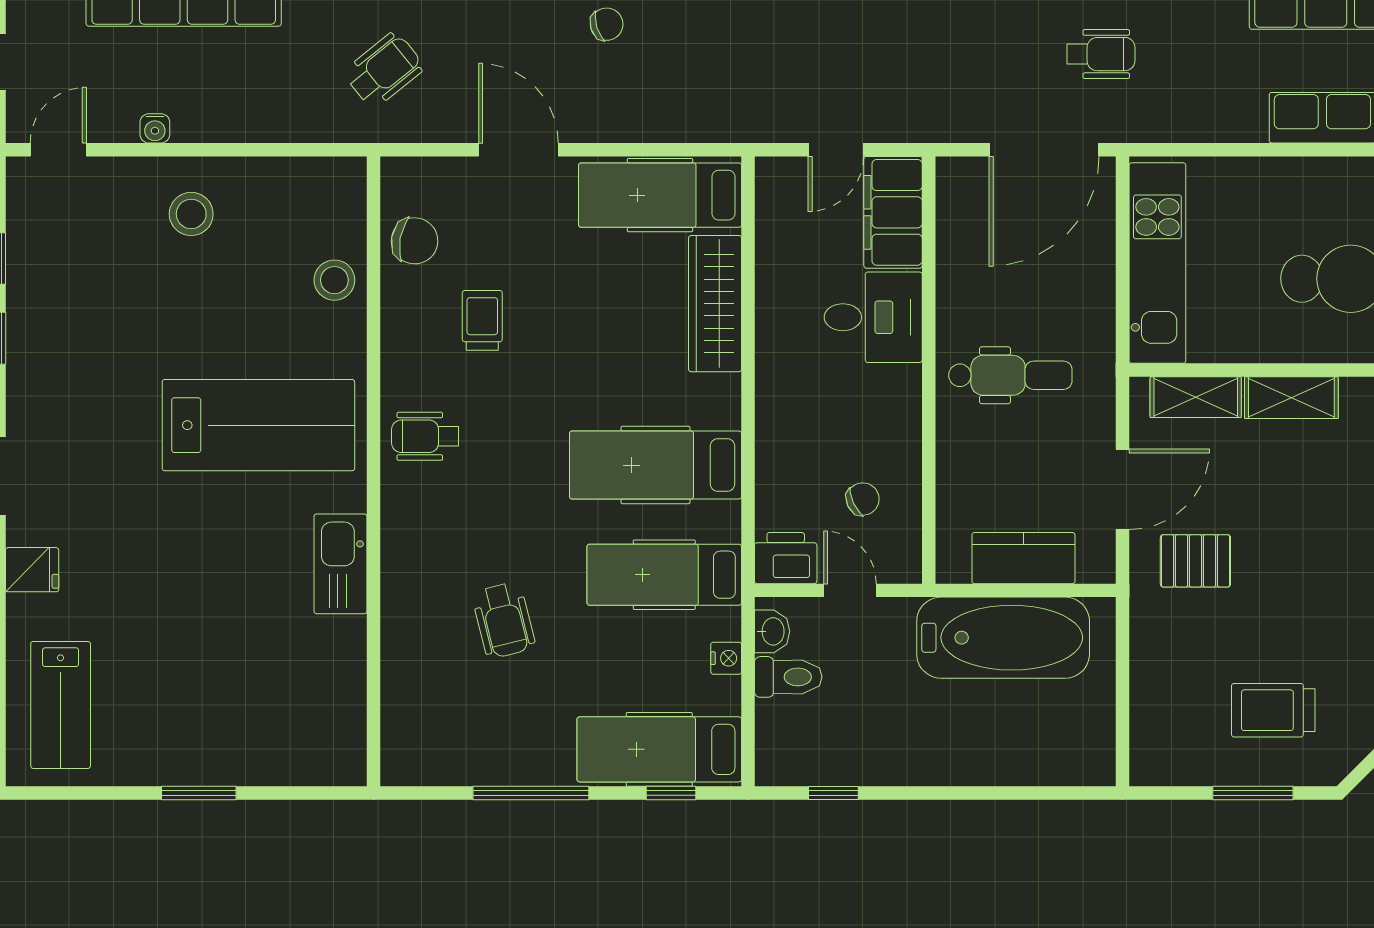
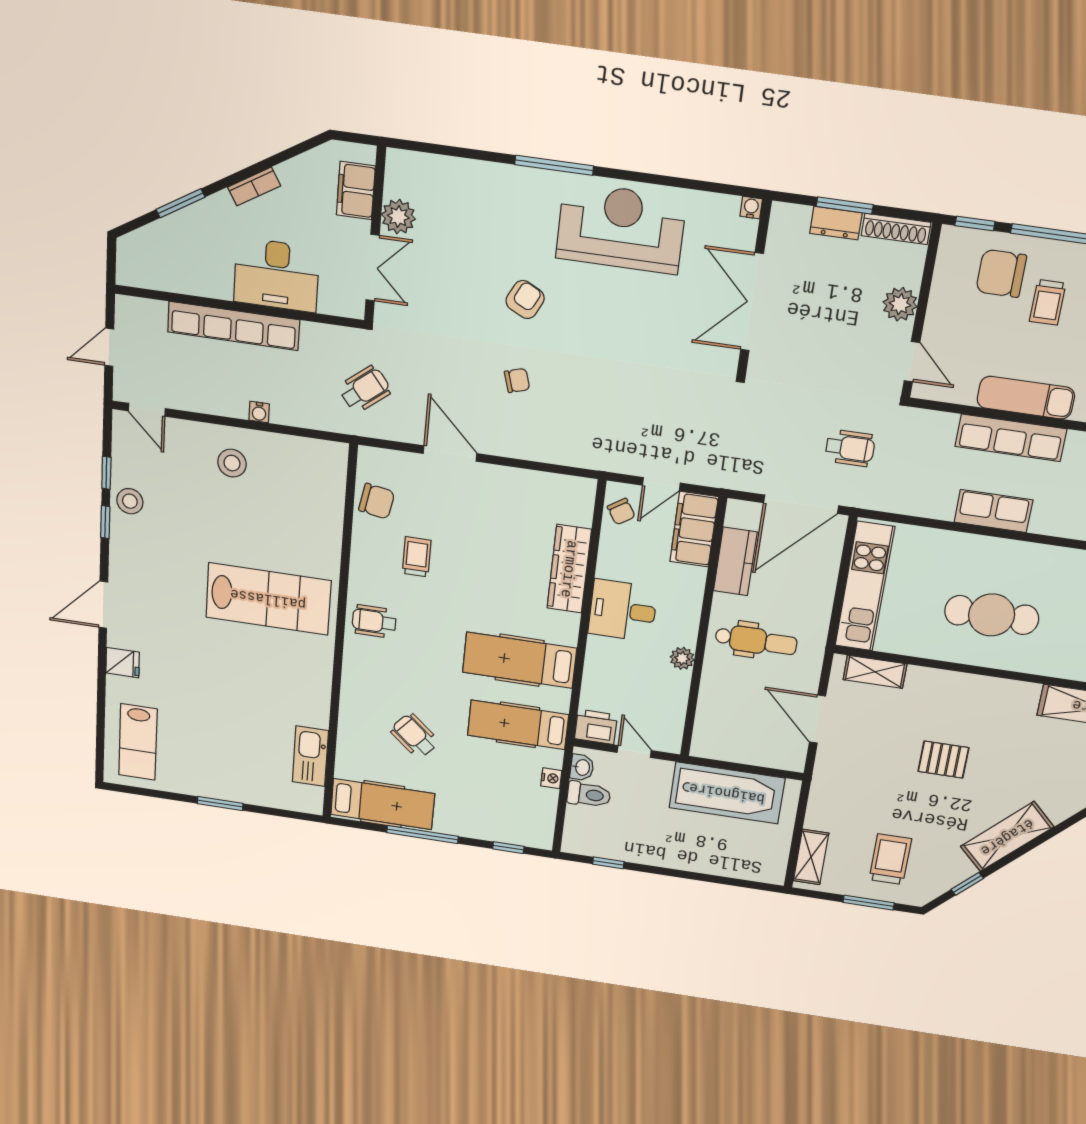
water cooler: (155, 128) -> (259, 412), moved
door: (58, 150) -> (147, 410), swing flipped
hospital bed: (660, 195) -> (541, 496), removed
stool: (334, 280) -> (130, 501), moved
desk: (873, 317) -> (623, 610), moved, turned 180
shelving: (1291, 398) -> (811, 857), moved, turned 90
plant: (903, 422) -> (682, 658), added
door: (1123, 489) -> (818, 719), swing flipped
chair: (863, 499) -> (621, 512), moved, turned 82
kitchen counter: (1023, 558) -> (735, 562), moved, turned 90
pallet: (1195, 561) -> (943, 760), moved
kitchen sink: (341, 564) -> (310, 756), moved
wheelchair: (504, 620) -> (415, 736), turned 145
trolley: (1273, 710) -> (890, 859), turned 90
hospital bed: (659, 749) -> (383, 804), moved, turned 180

